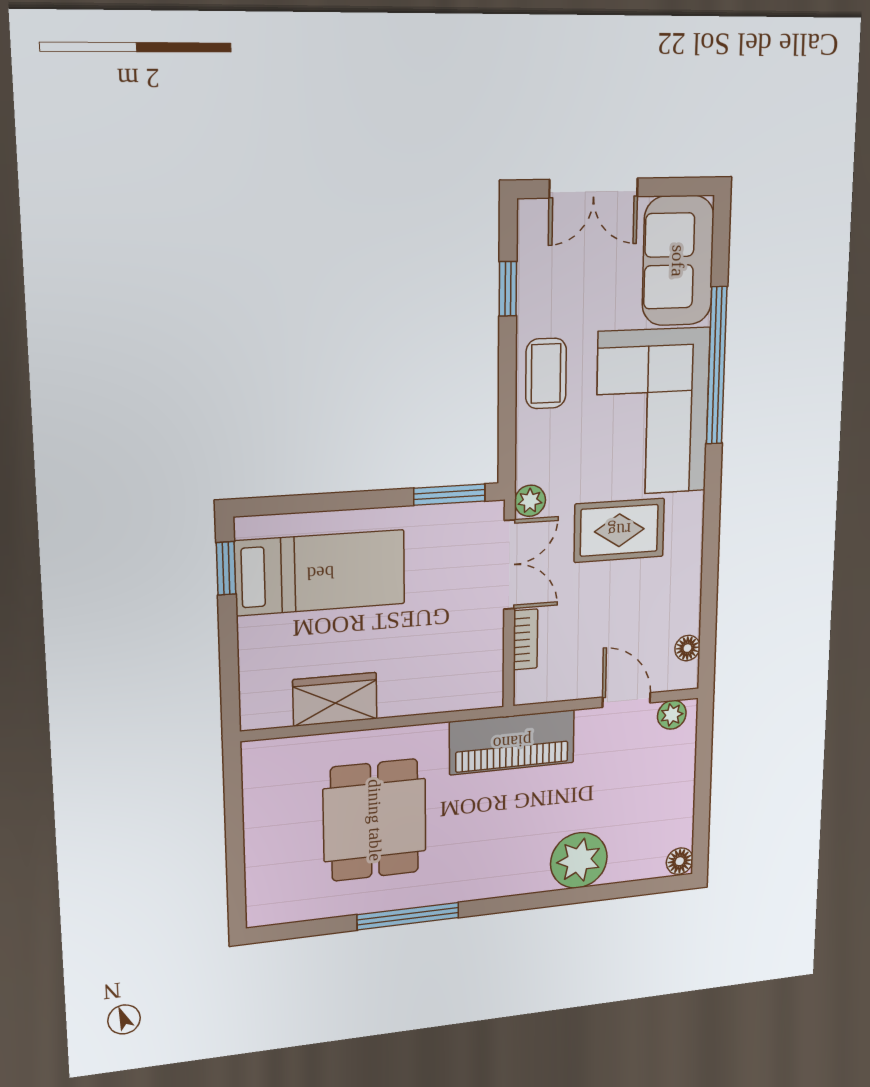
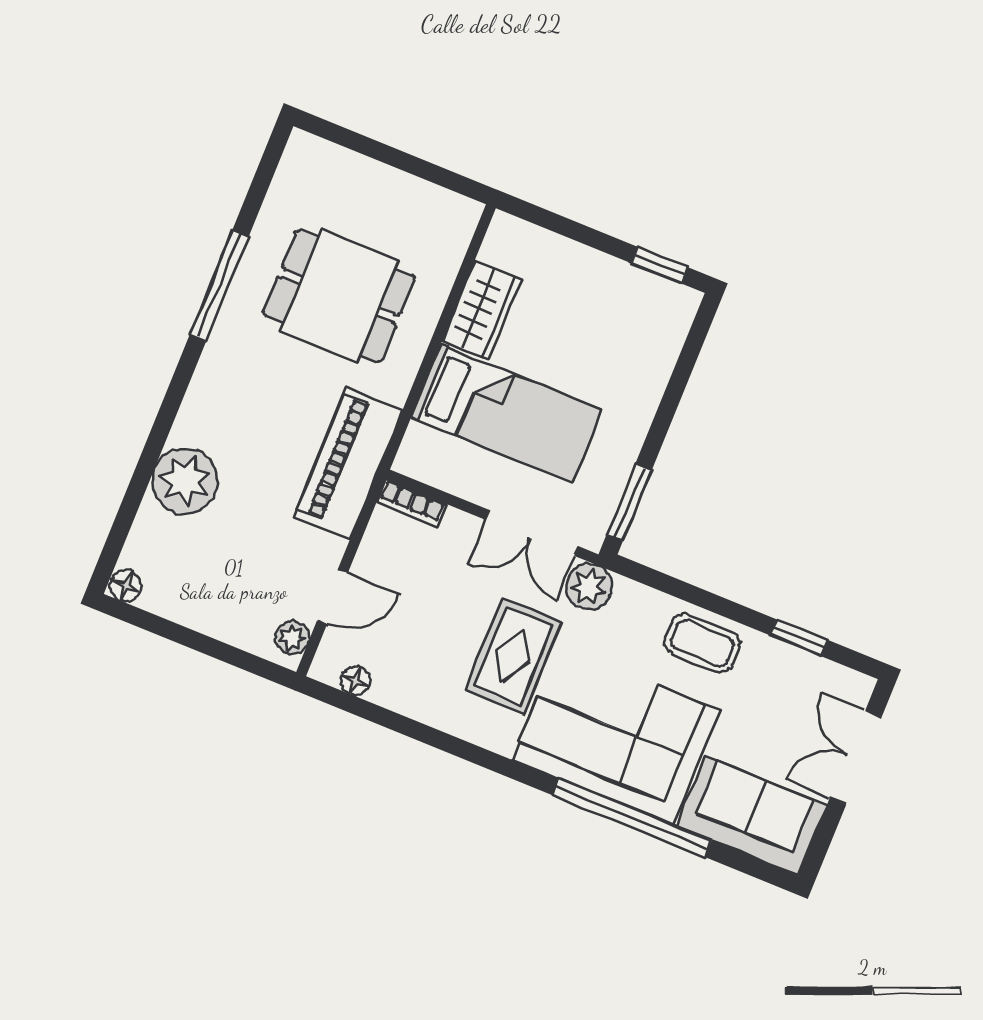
plant: (530, 501) -> (589, 587), width x1.38, depth x1.38
bed: (320, 573) -> (506, 413), moved, turned -90
bookcase: (525, 639) -> (411, 504), moved

